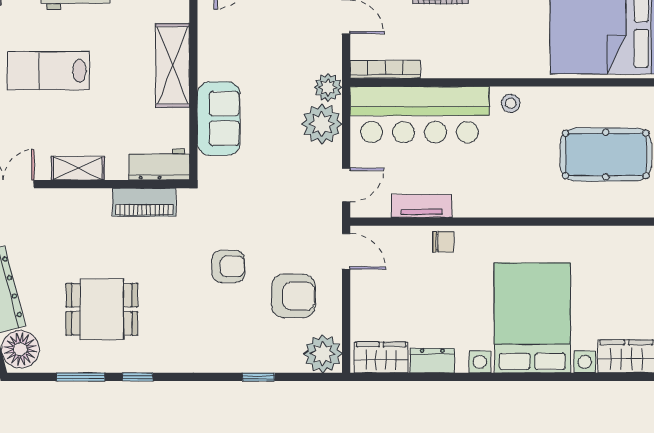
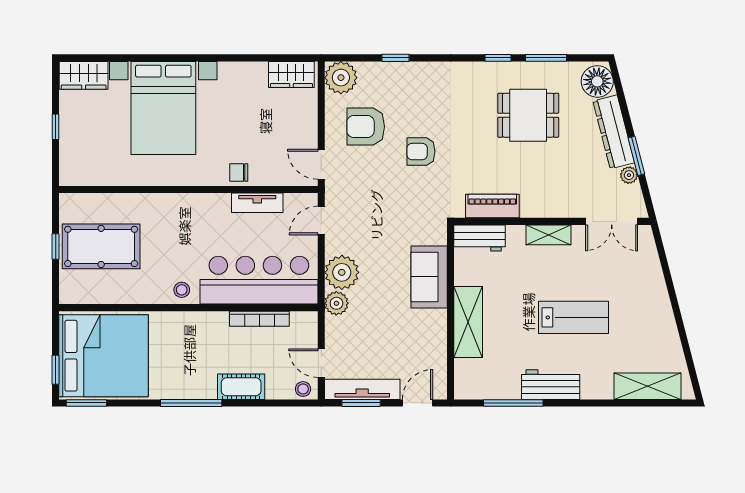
bookcase: (385, 69) -> (259, 319), moved
dresser: (432, 360) -> (248, 72), removed

